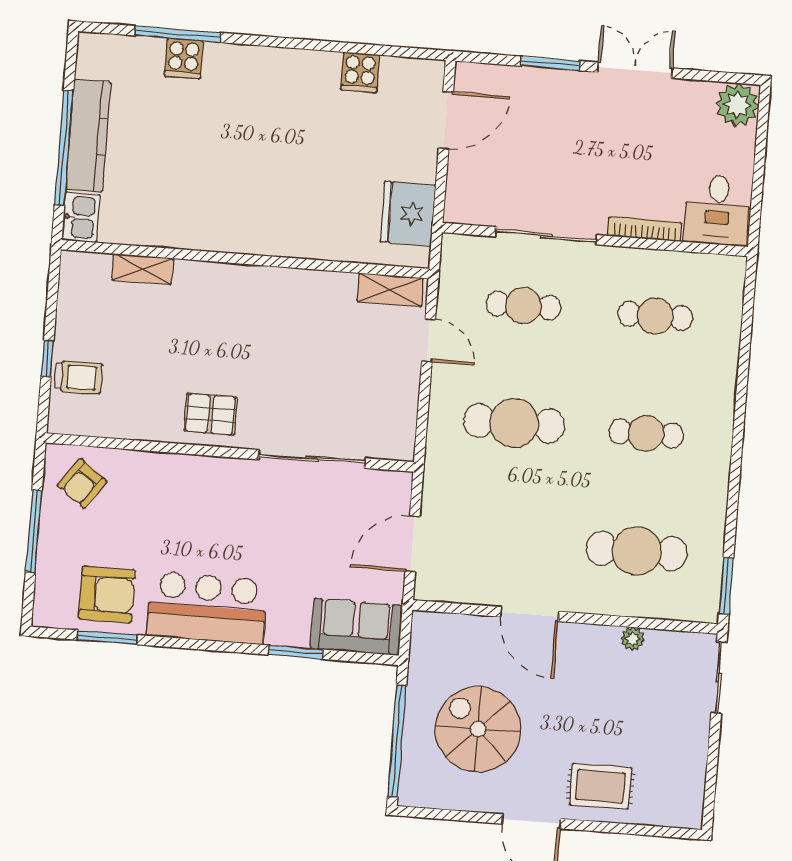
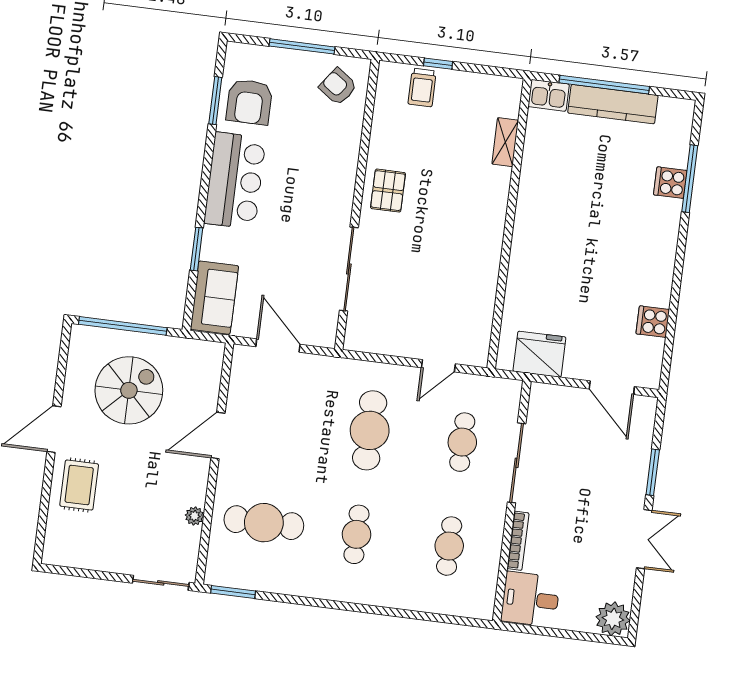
shelving: (390, 290) -> (480, 337), removed
cafe table: (637, 551) -> (264, 523), turned 90

